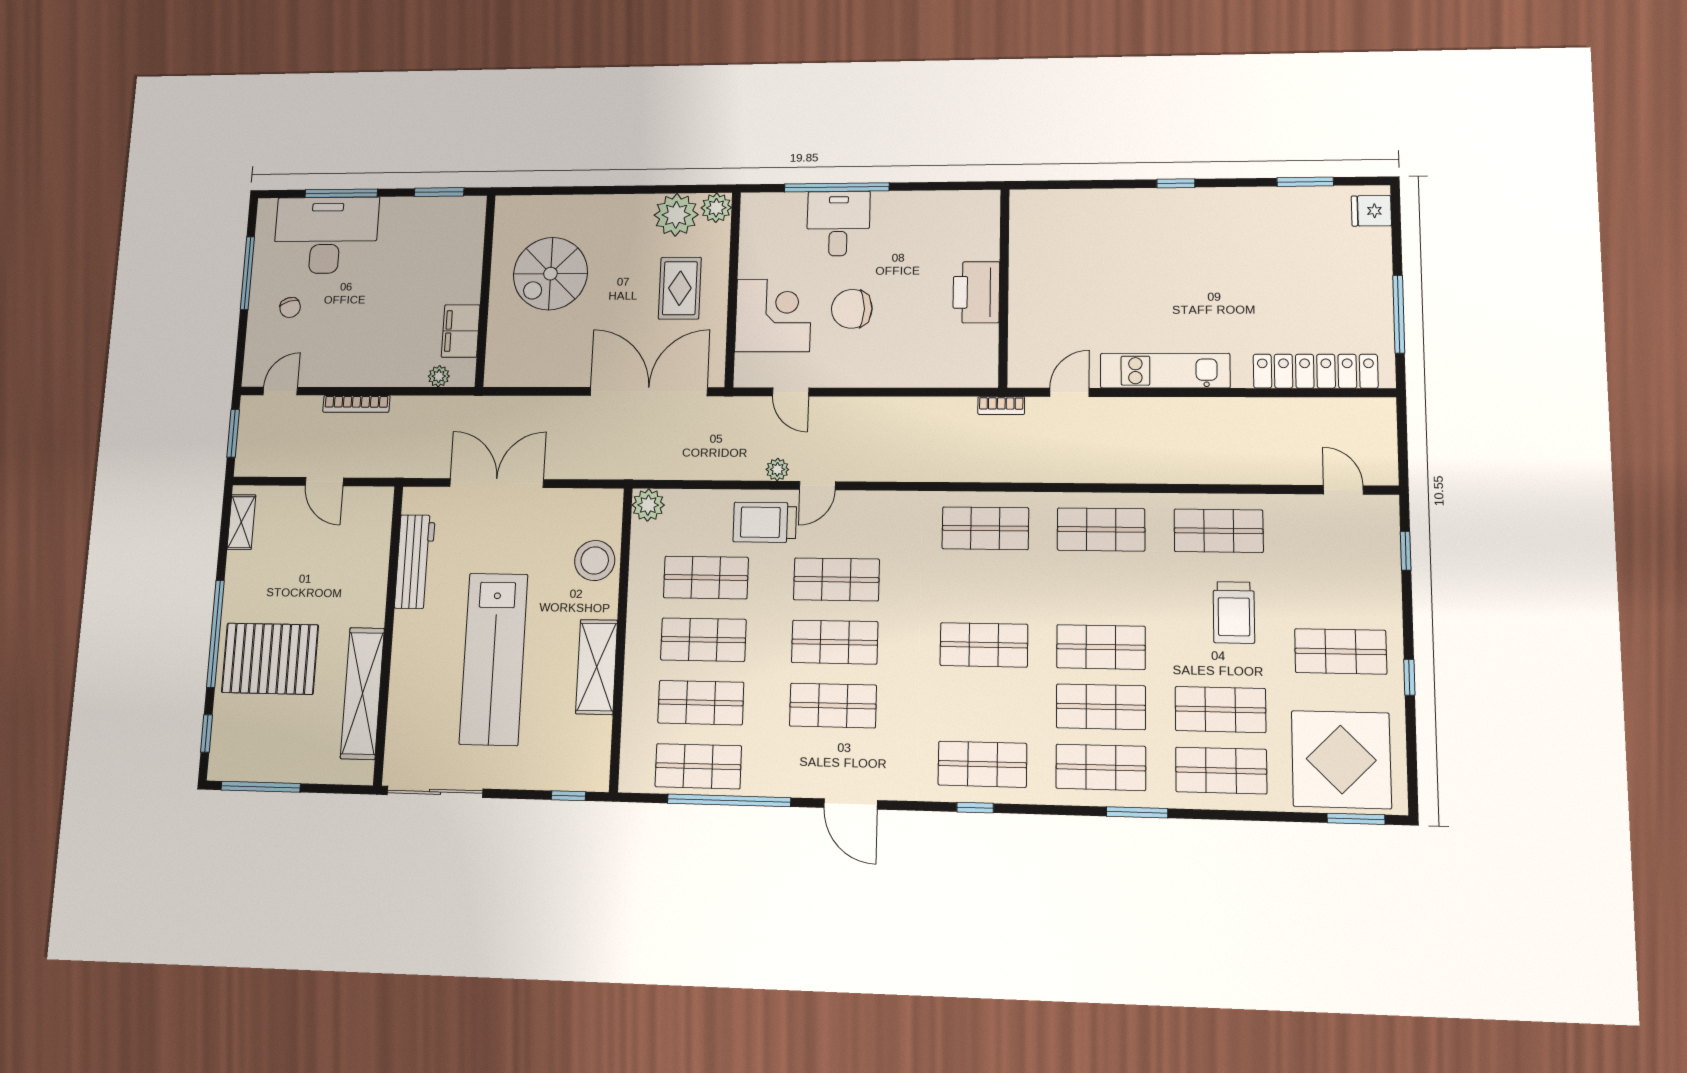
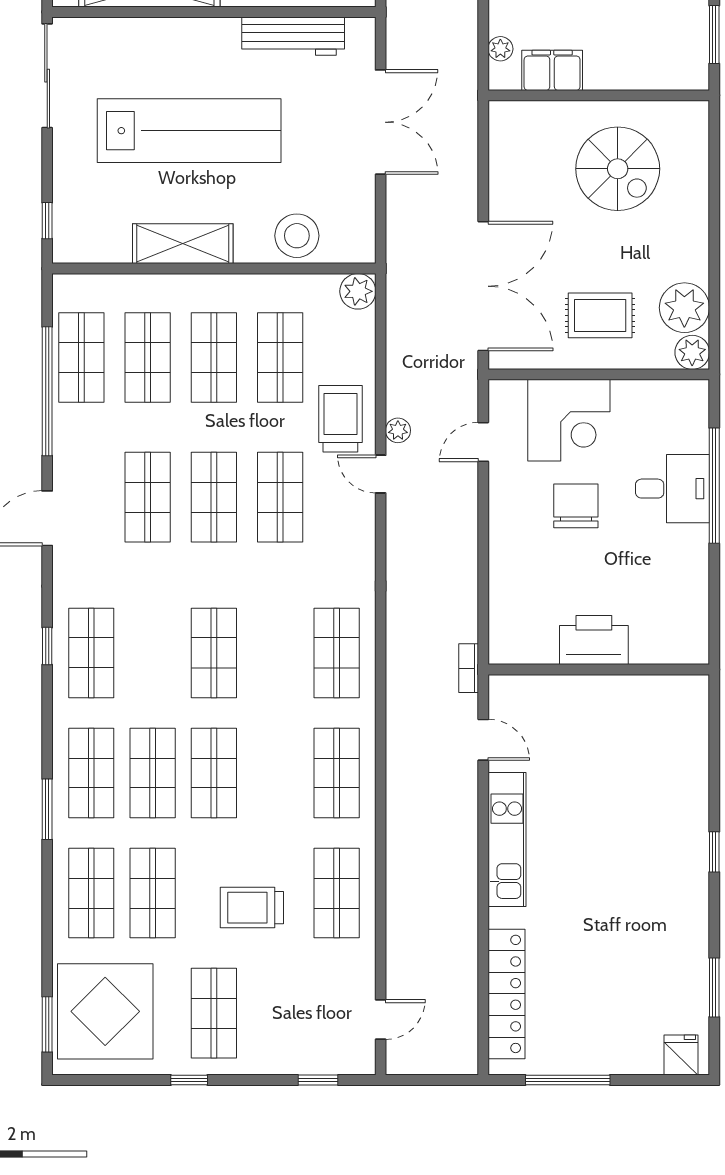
spiral stairs: (550, 274) -> (618, 169), turned 180
lab bench: (494, 659) -> (189, 131), turned 180

